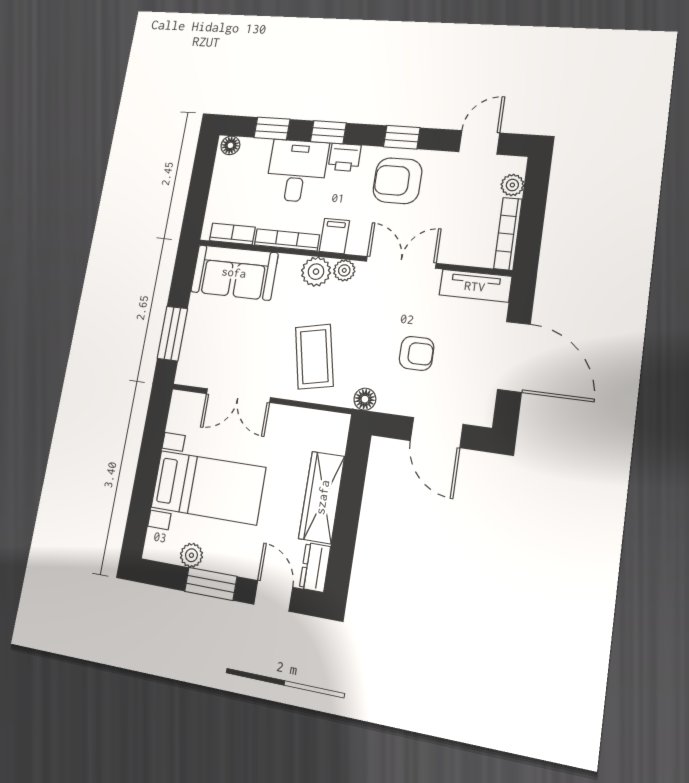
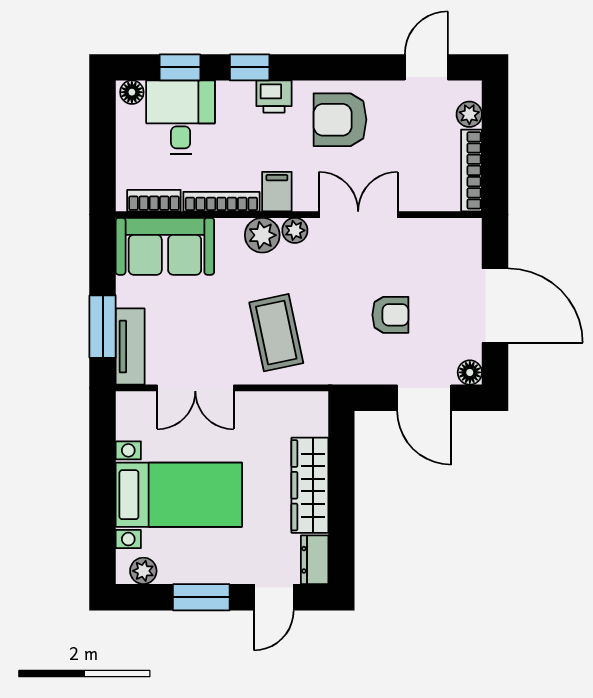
window: (402, 137) -> (337, 67), removed
desk: (297, 171) -> (181, 117), moved
tv unit: (475, 286) -> (130, 347), moved, turned -90
floor lamp: (365, 399) -> (470, 372), moved
plant: (191, 555) -> (143, 571), moved
door: (273, 596) -> (274, 597), swing flipped

